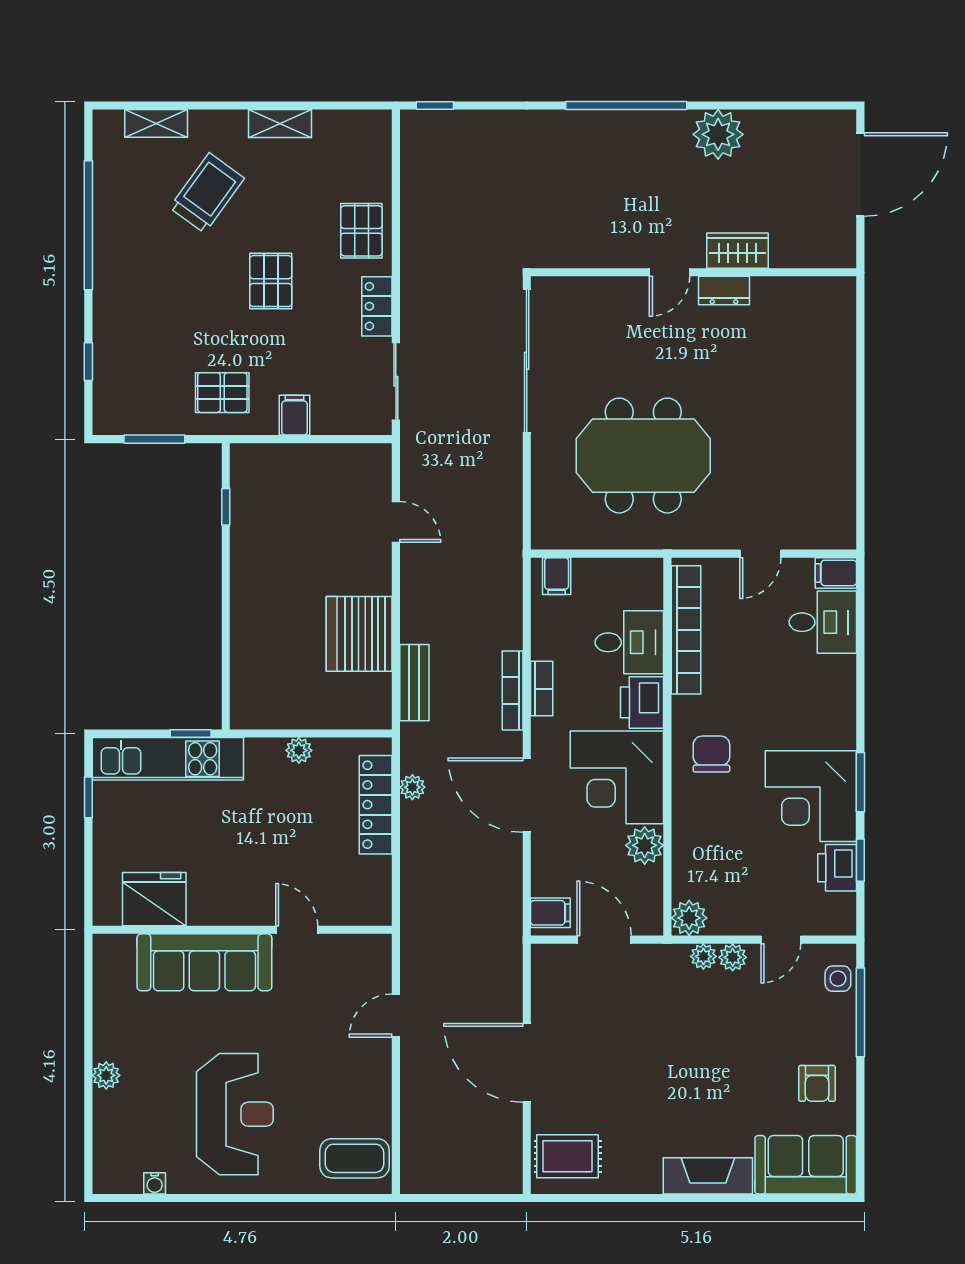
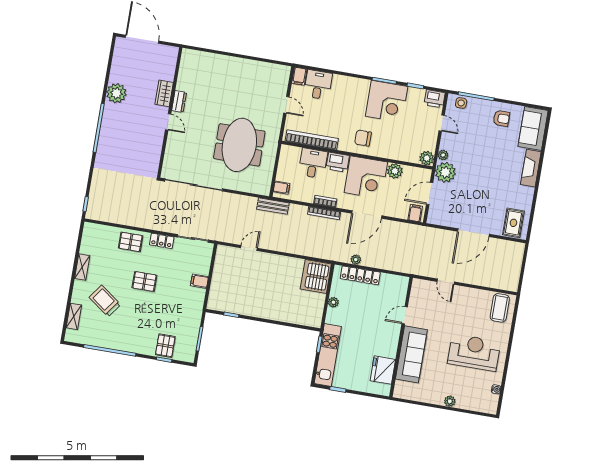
pallet: (222, 393) -> (165, 346), moved
server rack: (359, 634) -> (316, 276), moved, turned 90
bench: (414, 683) -> (273, 206), moved
printer: (837, 868) -> (435, 99), moved
plant: (733, 957) -> (445, 172), moved, width x1.87, depth x1.87

